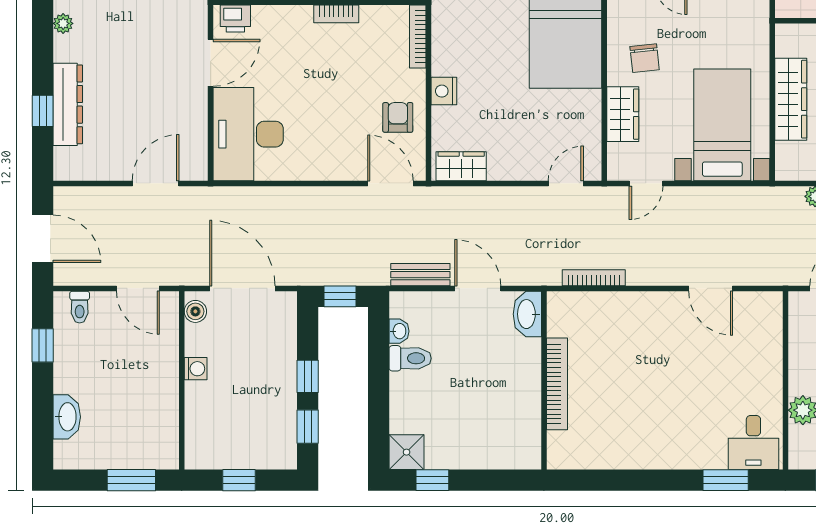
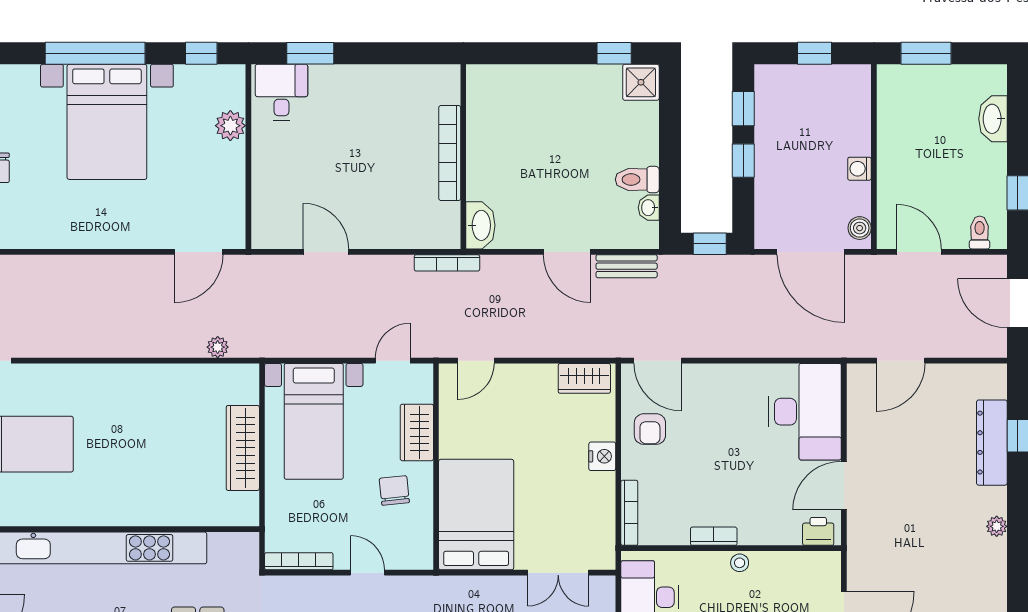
washbasin: (527, 314) -> (480, 225), moved
wall: (544, 380) -> (463, 157), moved
bookcase: (557, 384) -> (450, 153), moved

